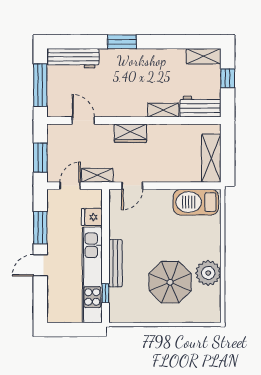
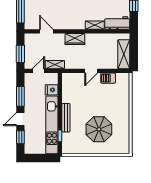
door: (132, 186) -> (91, 71), moved
barbecue: (196, 202) -> (108, 78), width x0.53, depth x0.65
plant: (208, 273) -> (122, 124), removed
window: (40, 295) -> (20, 137), added

